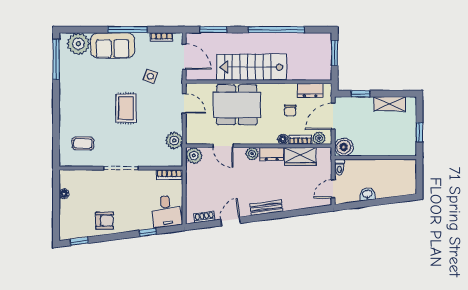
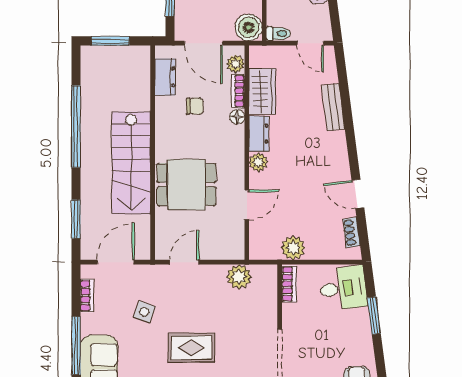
dining table: (237, 105) -> (186, 185), width x0.73
plant: (194, 155) -> (293, 248), moved
bench: (266, 208) -> (333, 107), moved
window: (148, 232) -> (374, 316), width x1.50

